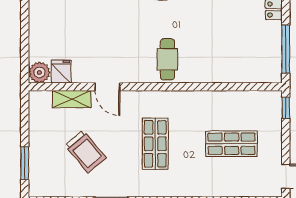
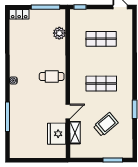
plant: (39, 72) -> (59, 33), moved
fridge: (61, 72) -> (57, 134), width x1.88, depth x1.34
shop shelf: (232, 144) -> (101, 39), turned 90

